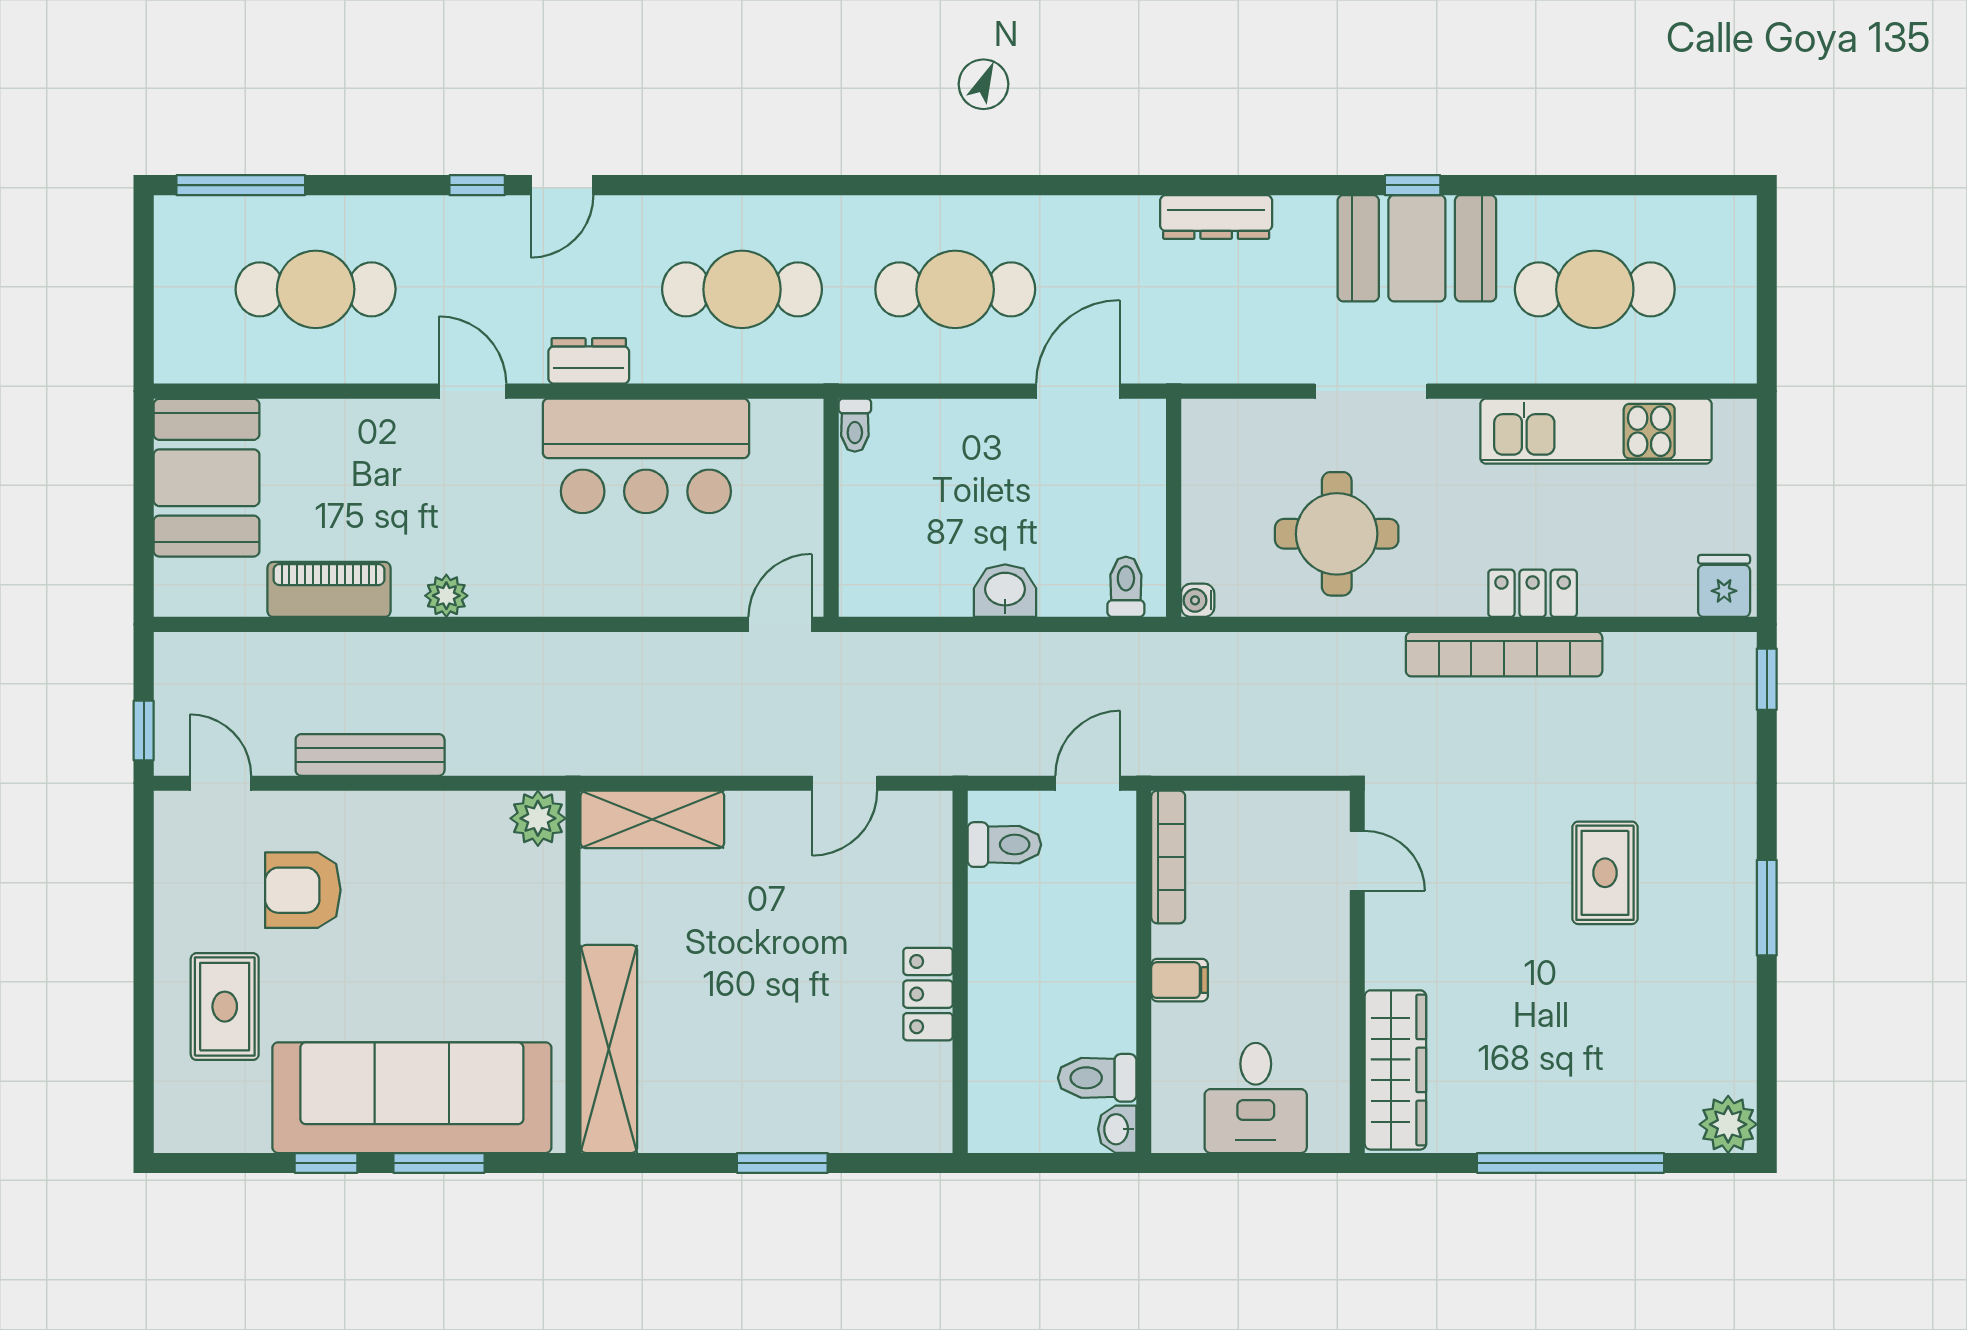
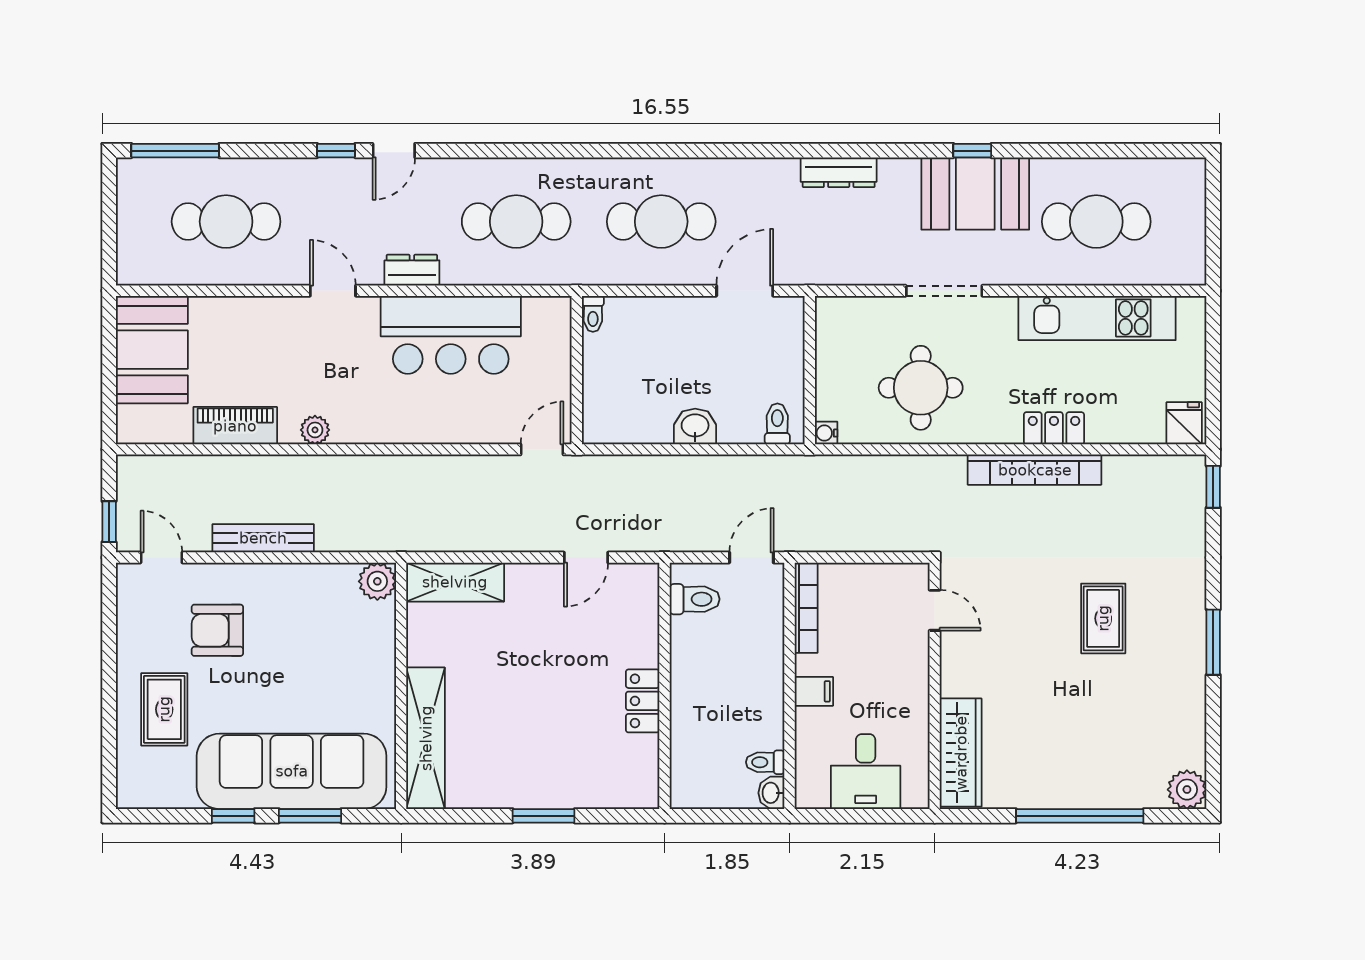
toilet: (1097, 1078) -> (765, 762), width x0.73, depth x0.72

